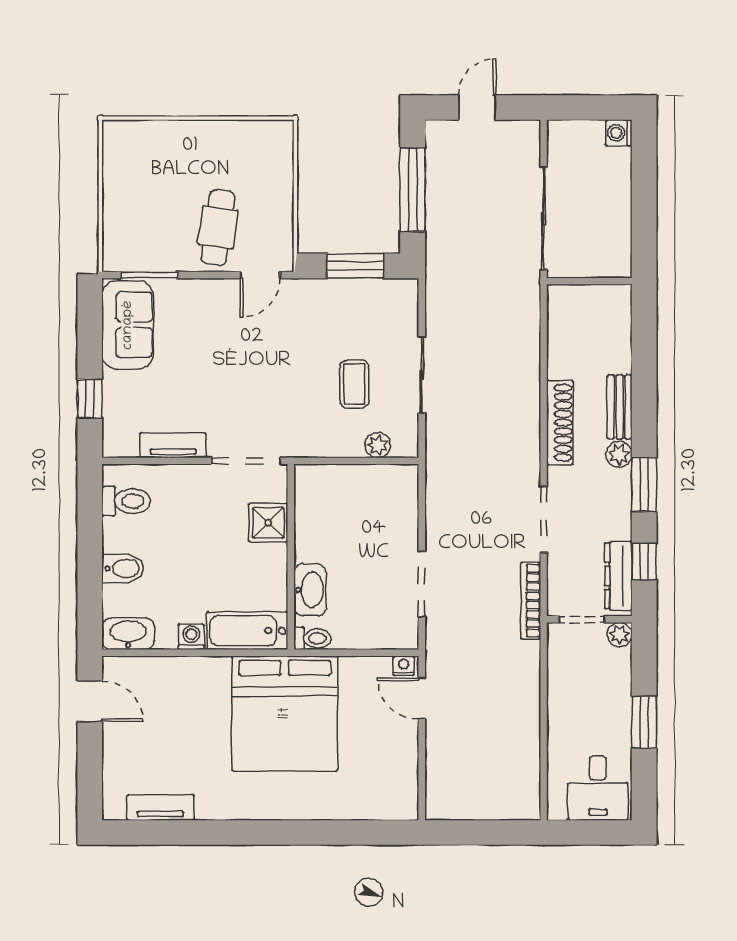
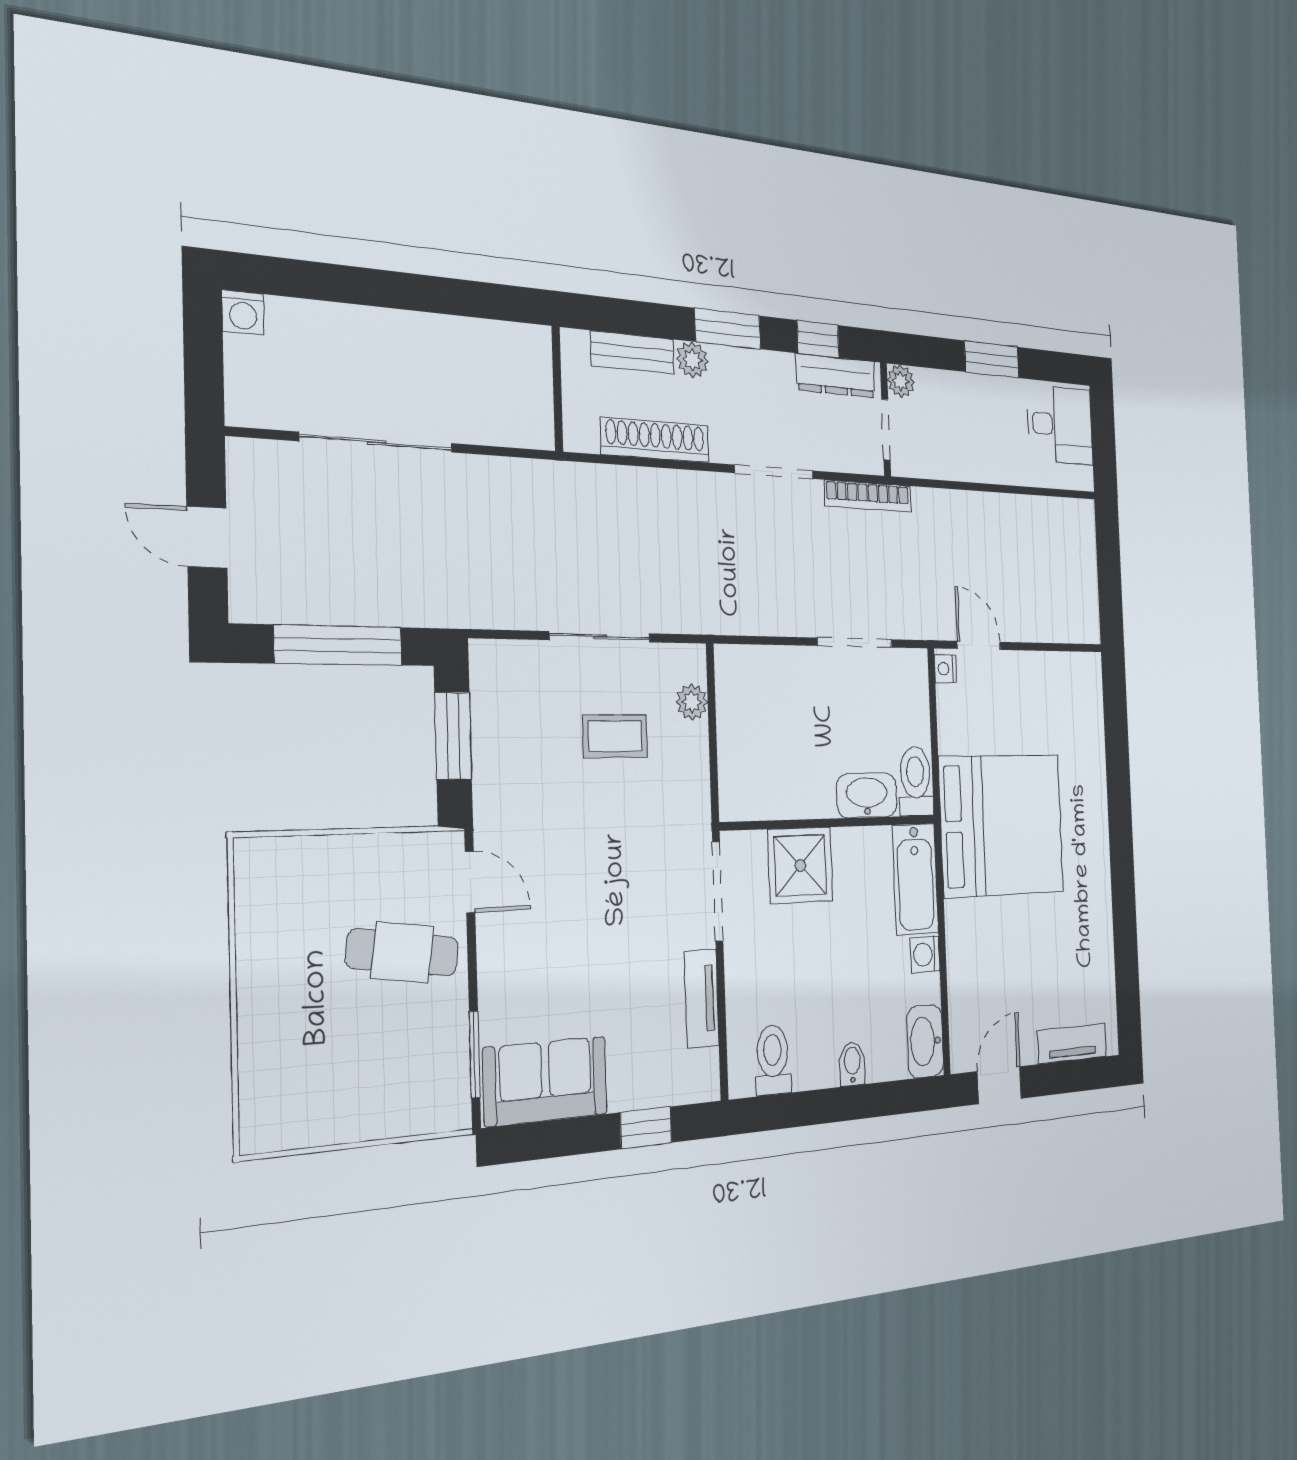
wall: (589, 281) -> (557, 389), moved
shower: (268, 523) -> (800, 865), width x1.36, depth x1.36
bidet: (123, 568) -> (852, 1064), width x0.72, depth x0.74
toilet: (312, 638) -> (916, 781), width x1.37, depth x1.39
door: (422, 698) -> (979, 645), swing flipped
tv unit: (160, 807) -> (1072, 1044), moved, turned 90

